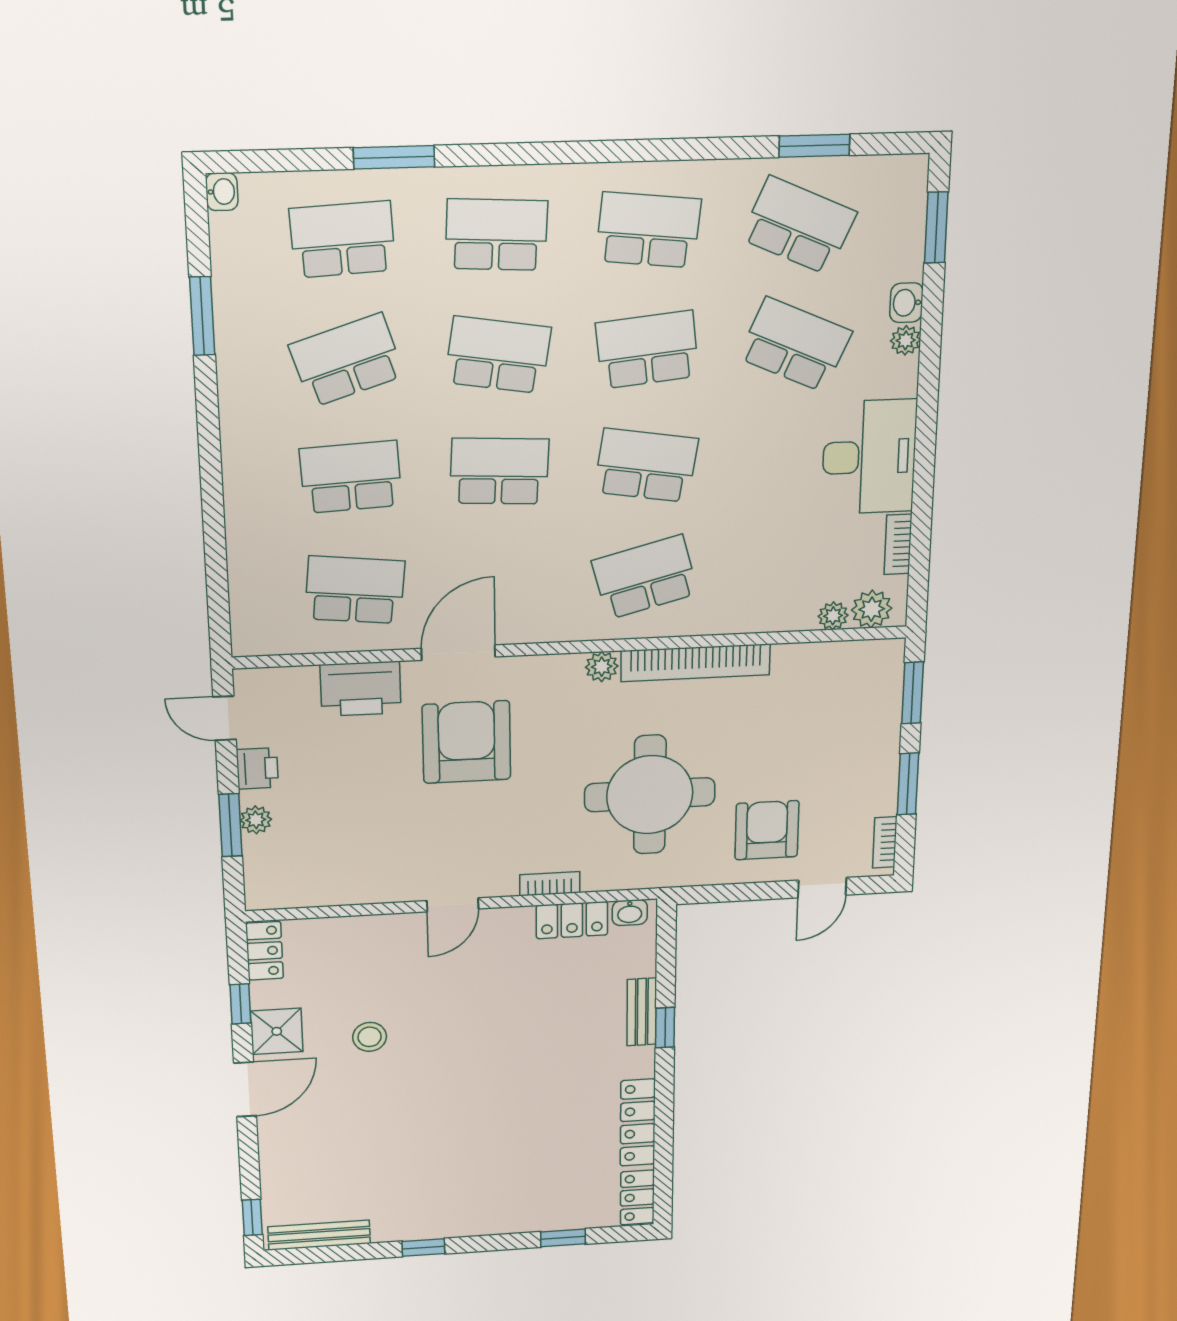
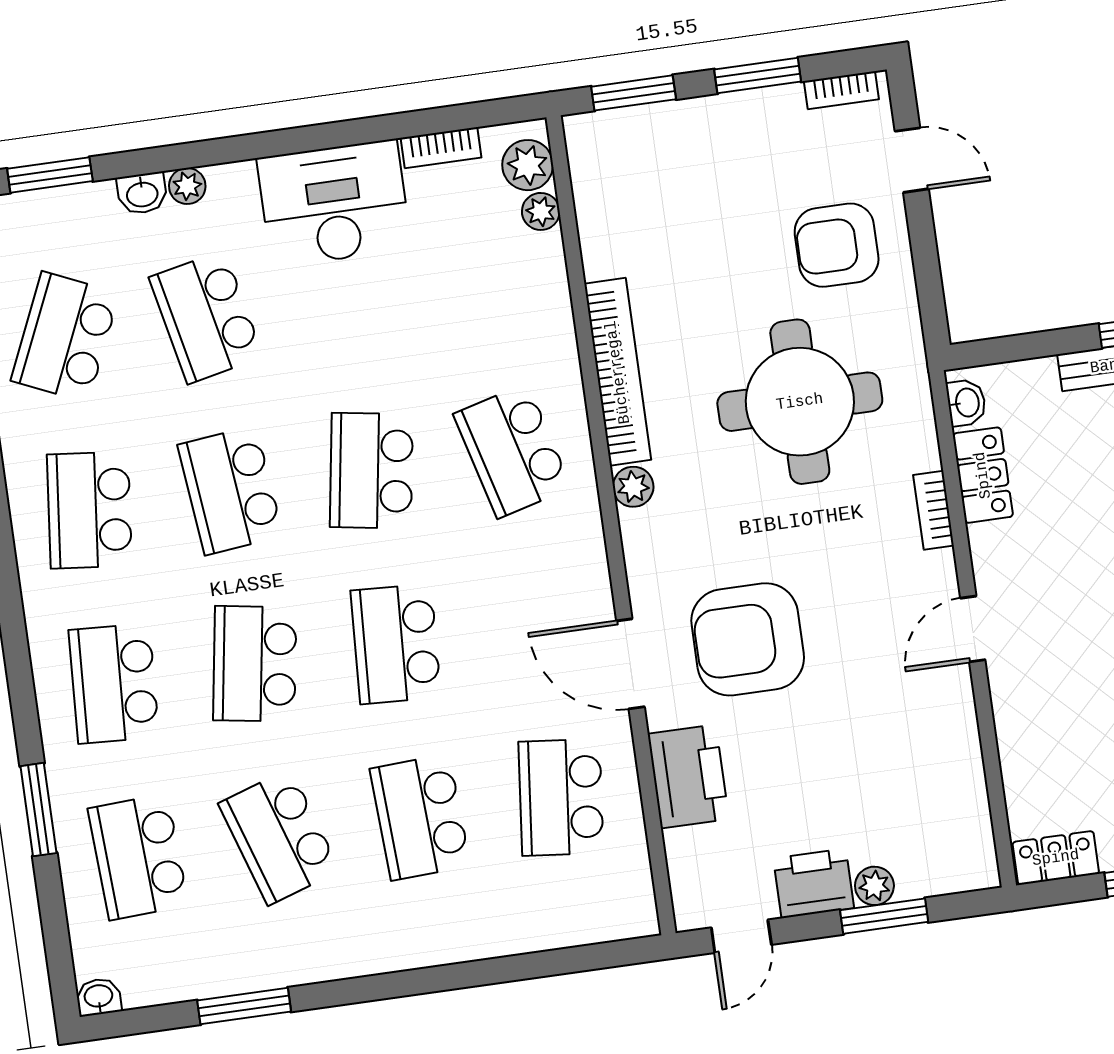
school desk: (795, 345) -> (206, 317), turned -36
printer: (257, 768) -> (814, 883), width x1.36, depth x1.24
door: (453, 905) -> (973, 629), swing flipped

